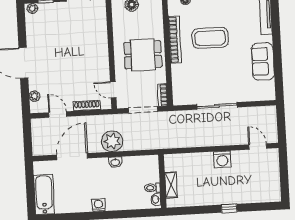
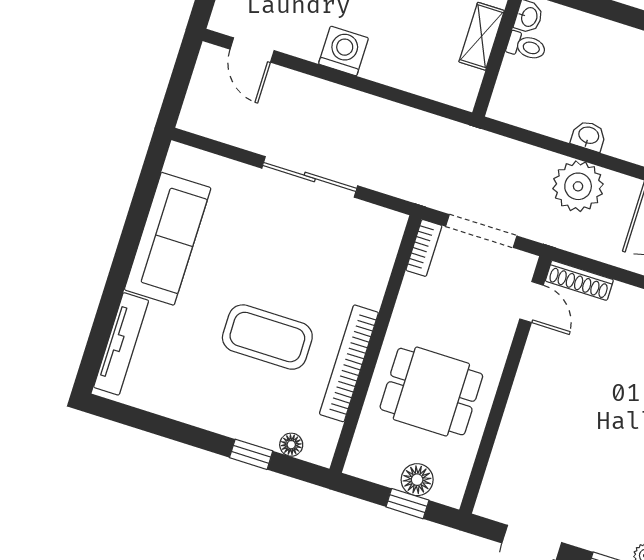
dining table: (143, 55) -> (431, 392), moved
sofa: (263, 61) -> (168, 239), width x1.36
shoe rack: (87, 106) -> (579, 280), moved

